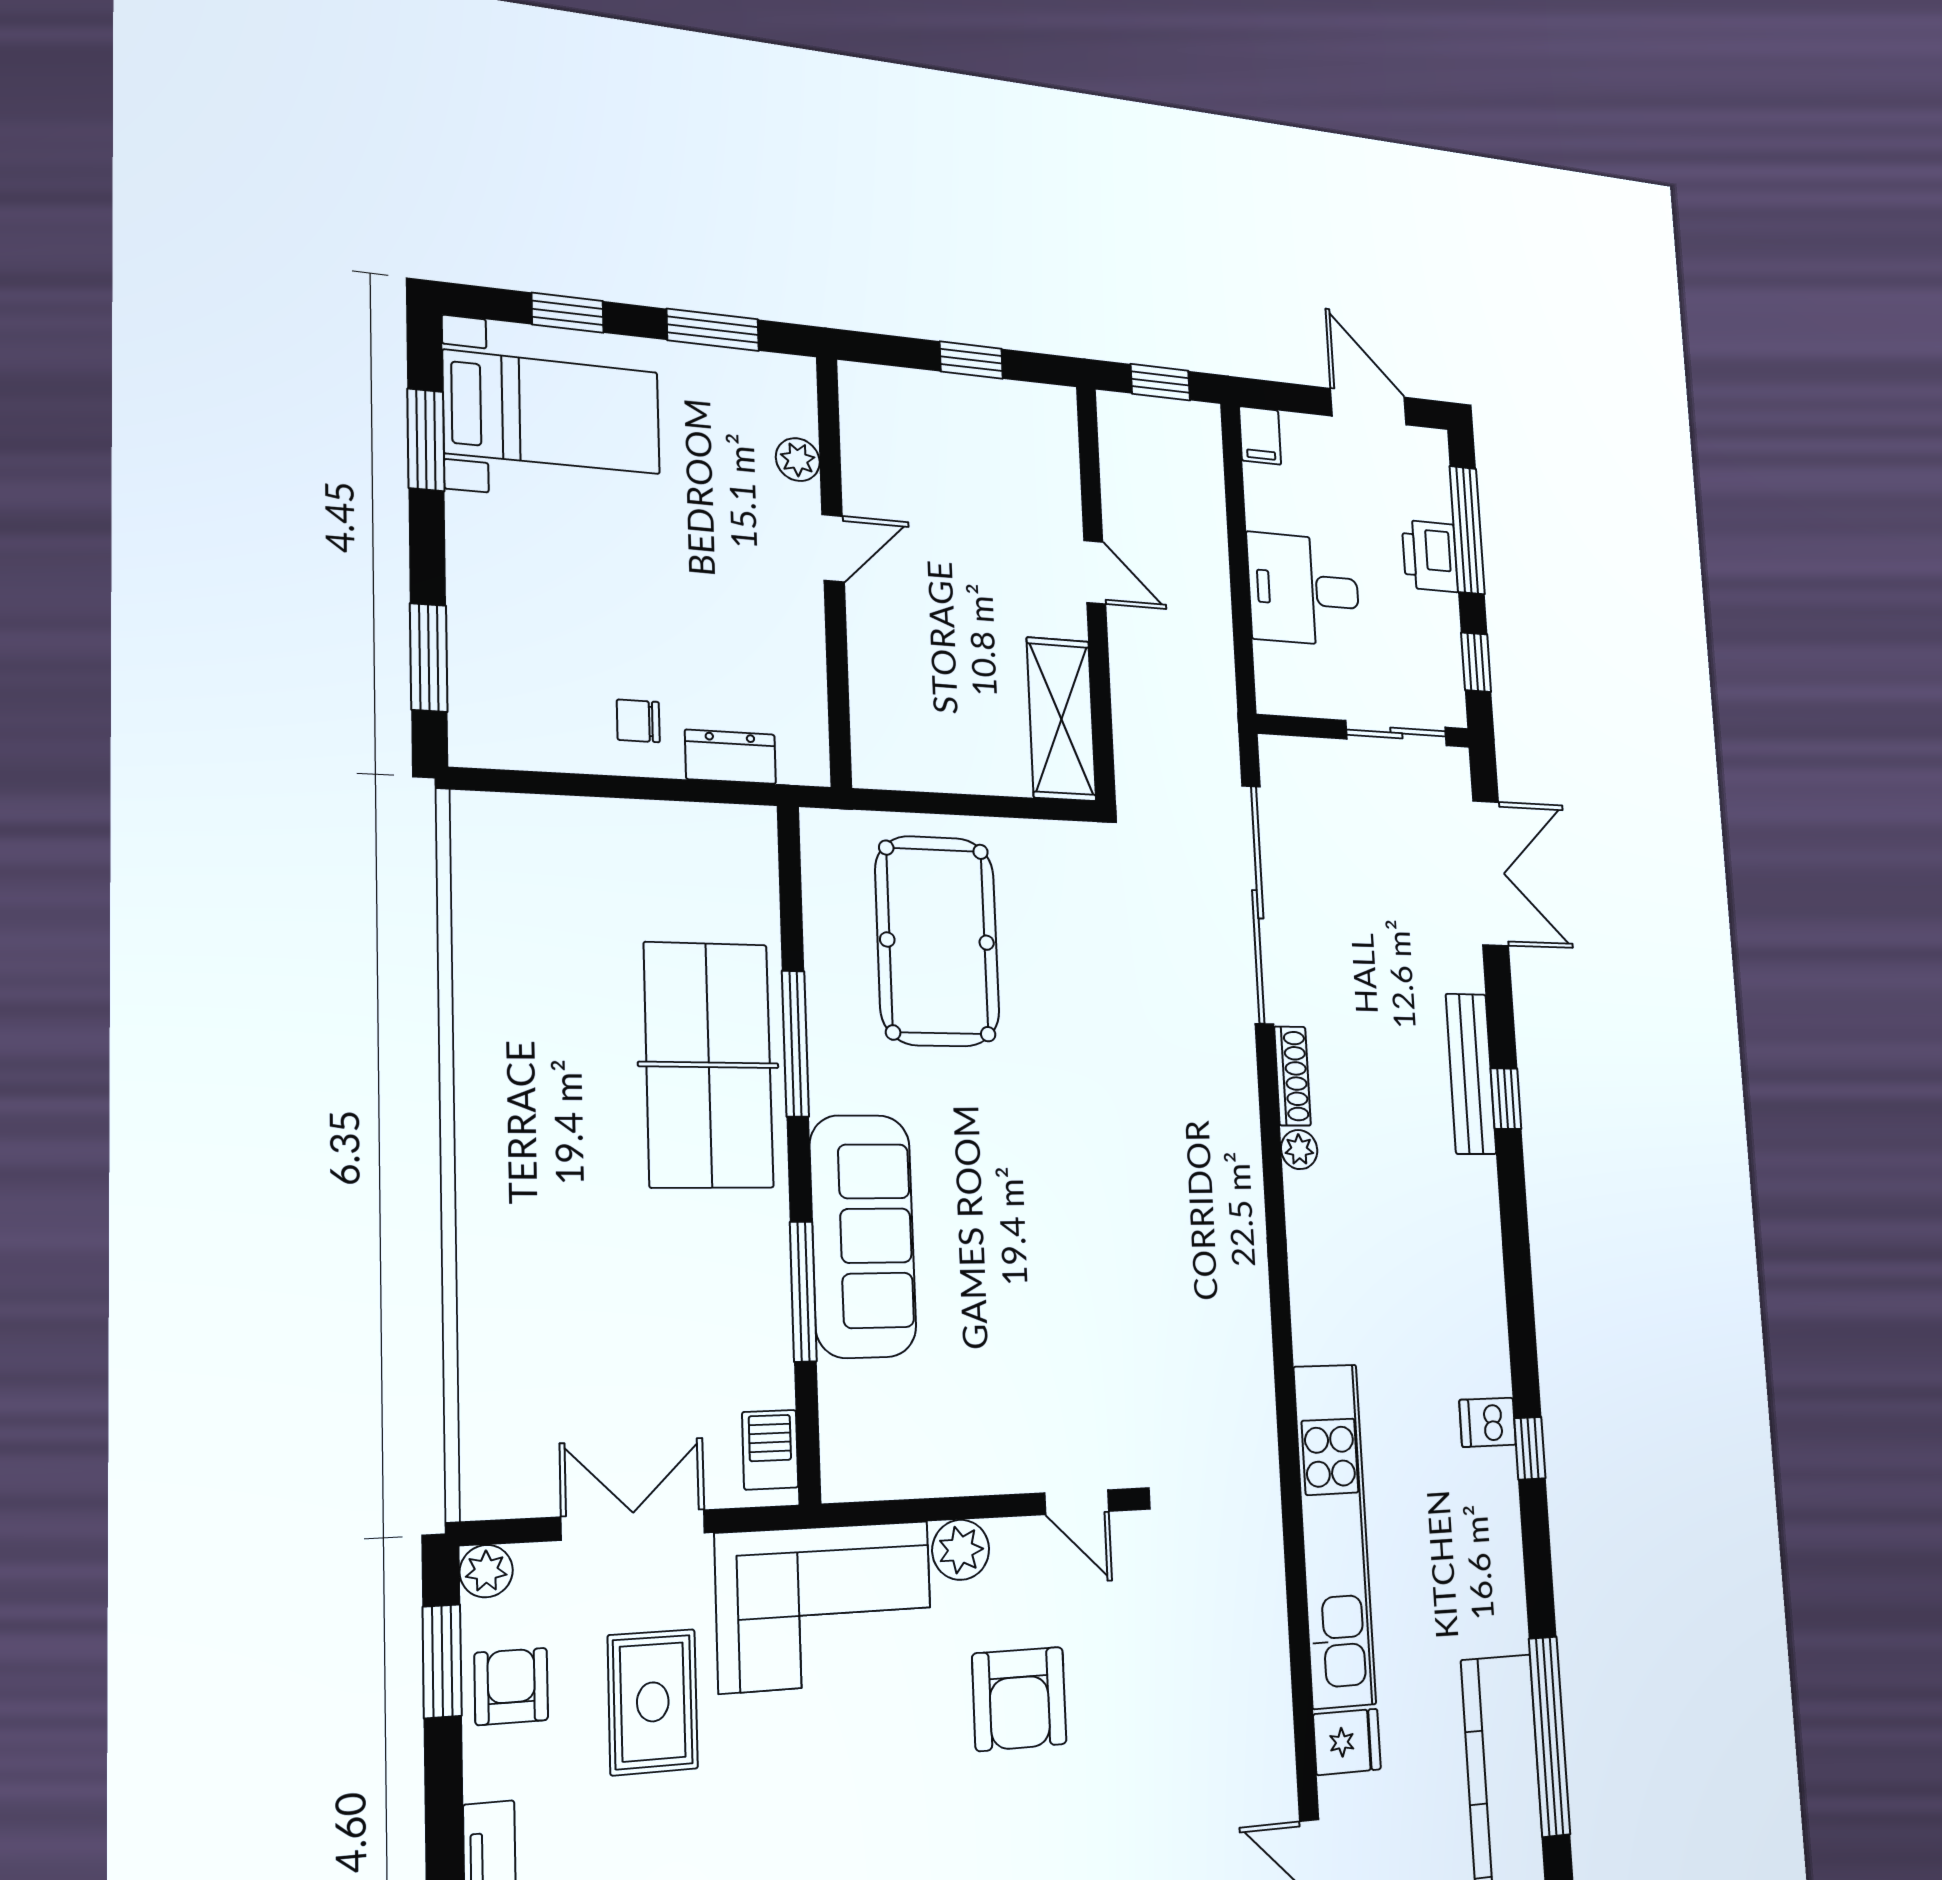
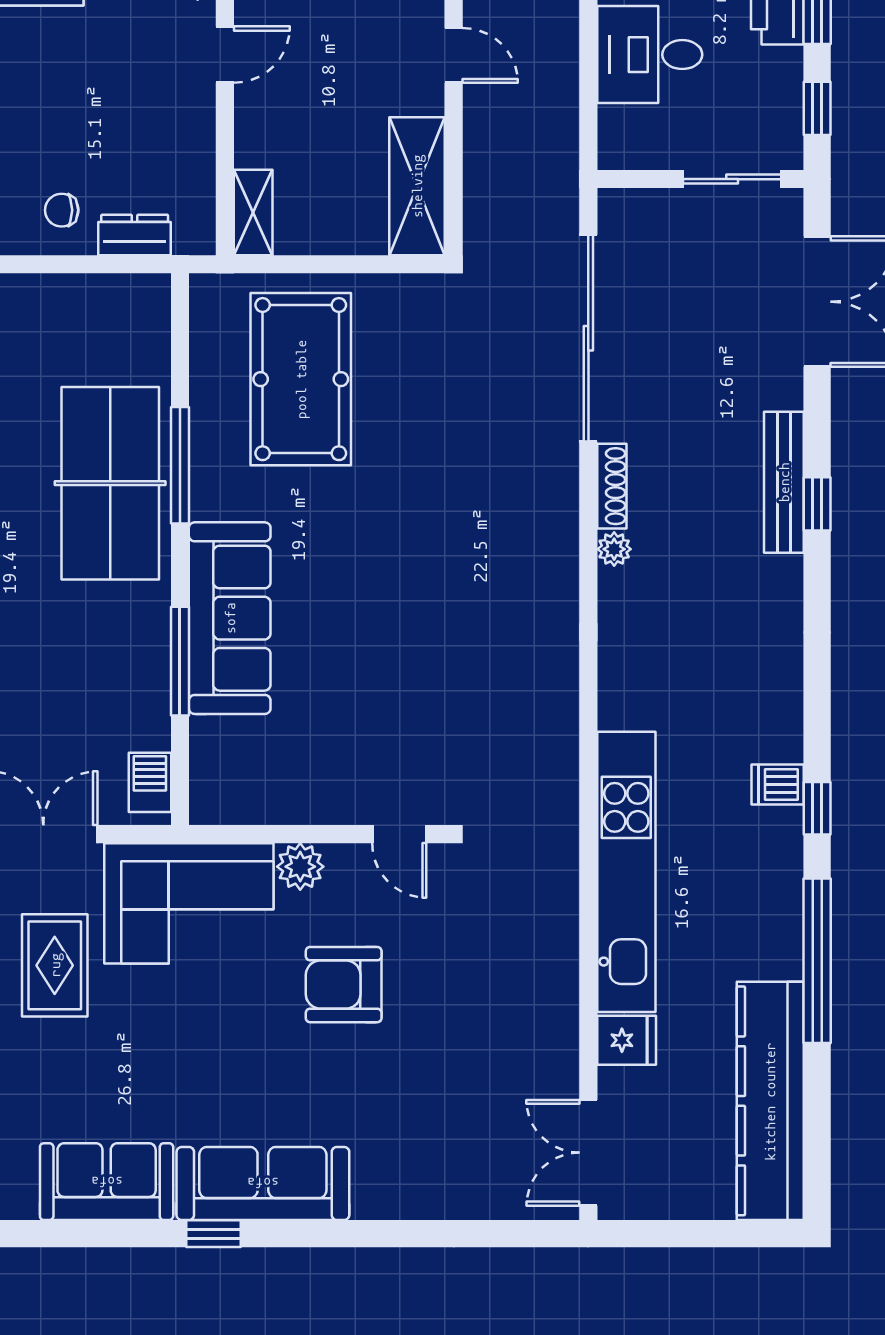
shelving: (873, 738) -> (253, 212), added
armchair: (1019, 1699) -> (344, 985), turned 90
window: (1549, 1736) -> (817, 961), moved

